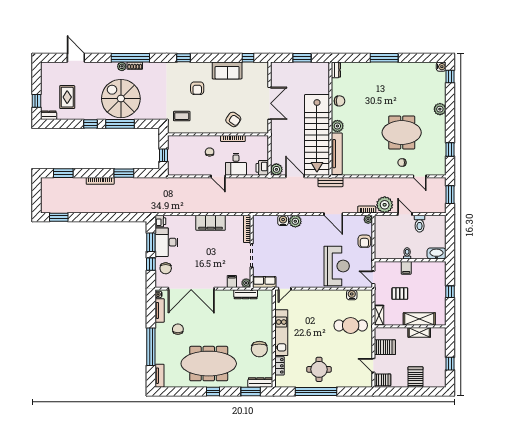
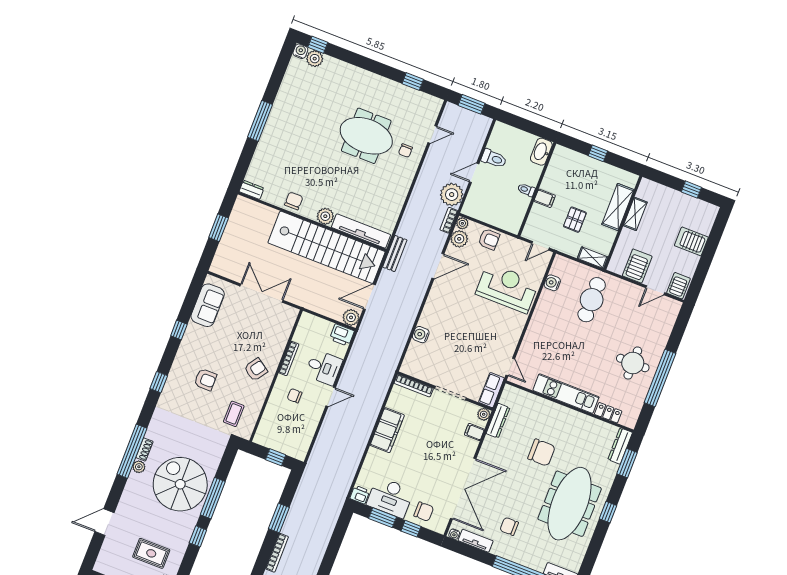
window: (248, 58) -> (179, 330), moved
sofa: (227, 70) -> (208, 305), moved
spiral stairs: (121, 99) -> (180, 484), turned 90
plant: (440, 109) -> (315, 59), moved
armchair: (233, 119) -> (256, 370), moved
meeting table: (402, 133) -> (366, 136), turned 90
plant: (295, 221) -> (459, 239), moved
chair: (259, 349) -> (541, 453), moved

